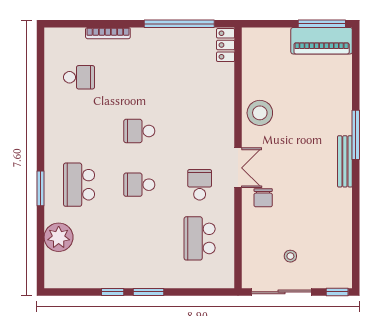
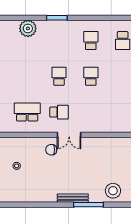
stool: (260, 113) -> (113, 191), moved
school desk: (79, 185) -> (91, 41), moved, width x0.54

